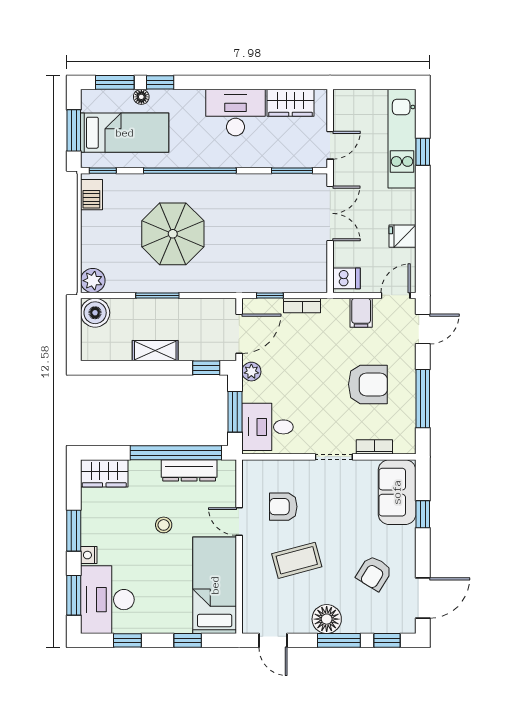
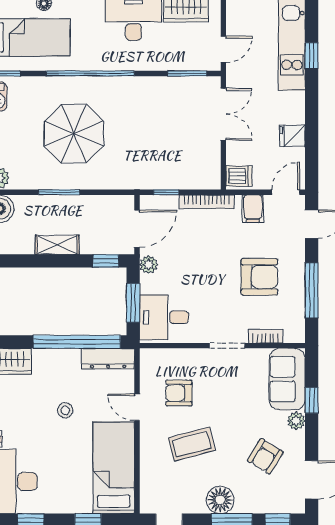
bookcase: (302, 306) -> (207, 202), width x1.56
dresser: (189, 470) -> (108, 359), moved
plant: (407, 536) -> (296, 421), added

